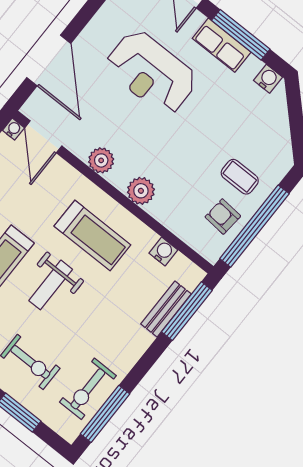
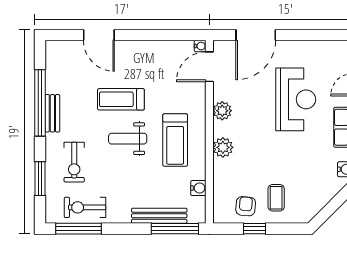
reception desk: (151, 72) -> (296, 99), turned 180
window: (254, 226) -> (255, 229), width x0.32
bench: (166, 309) -> (159, 216), width x1.36

